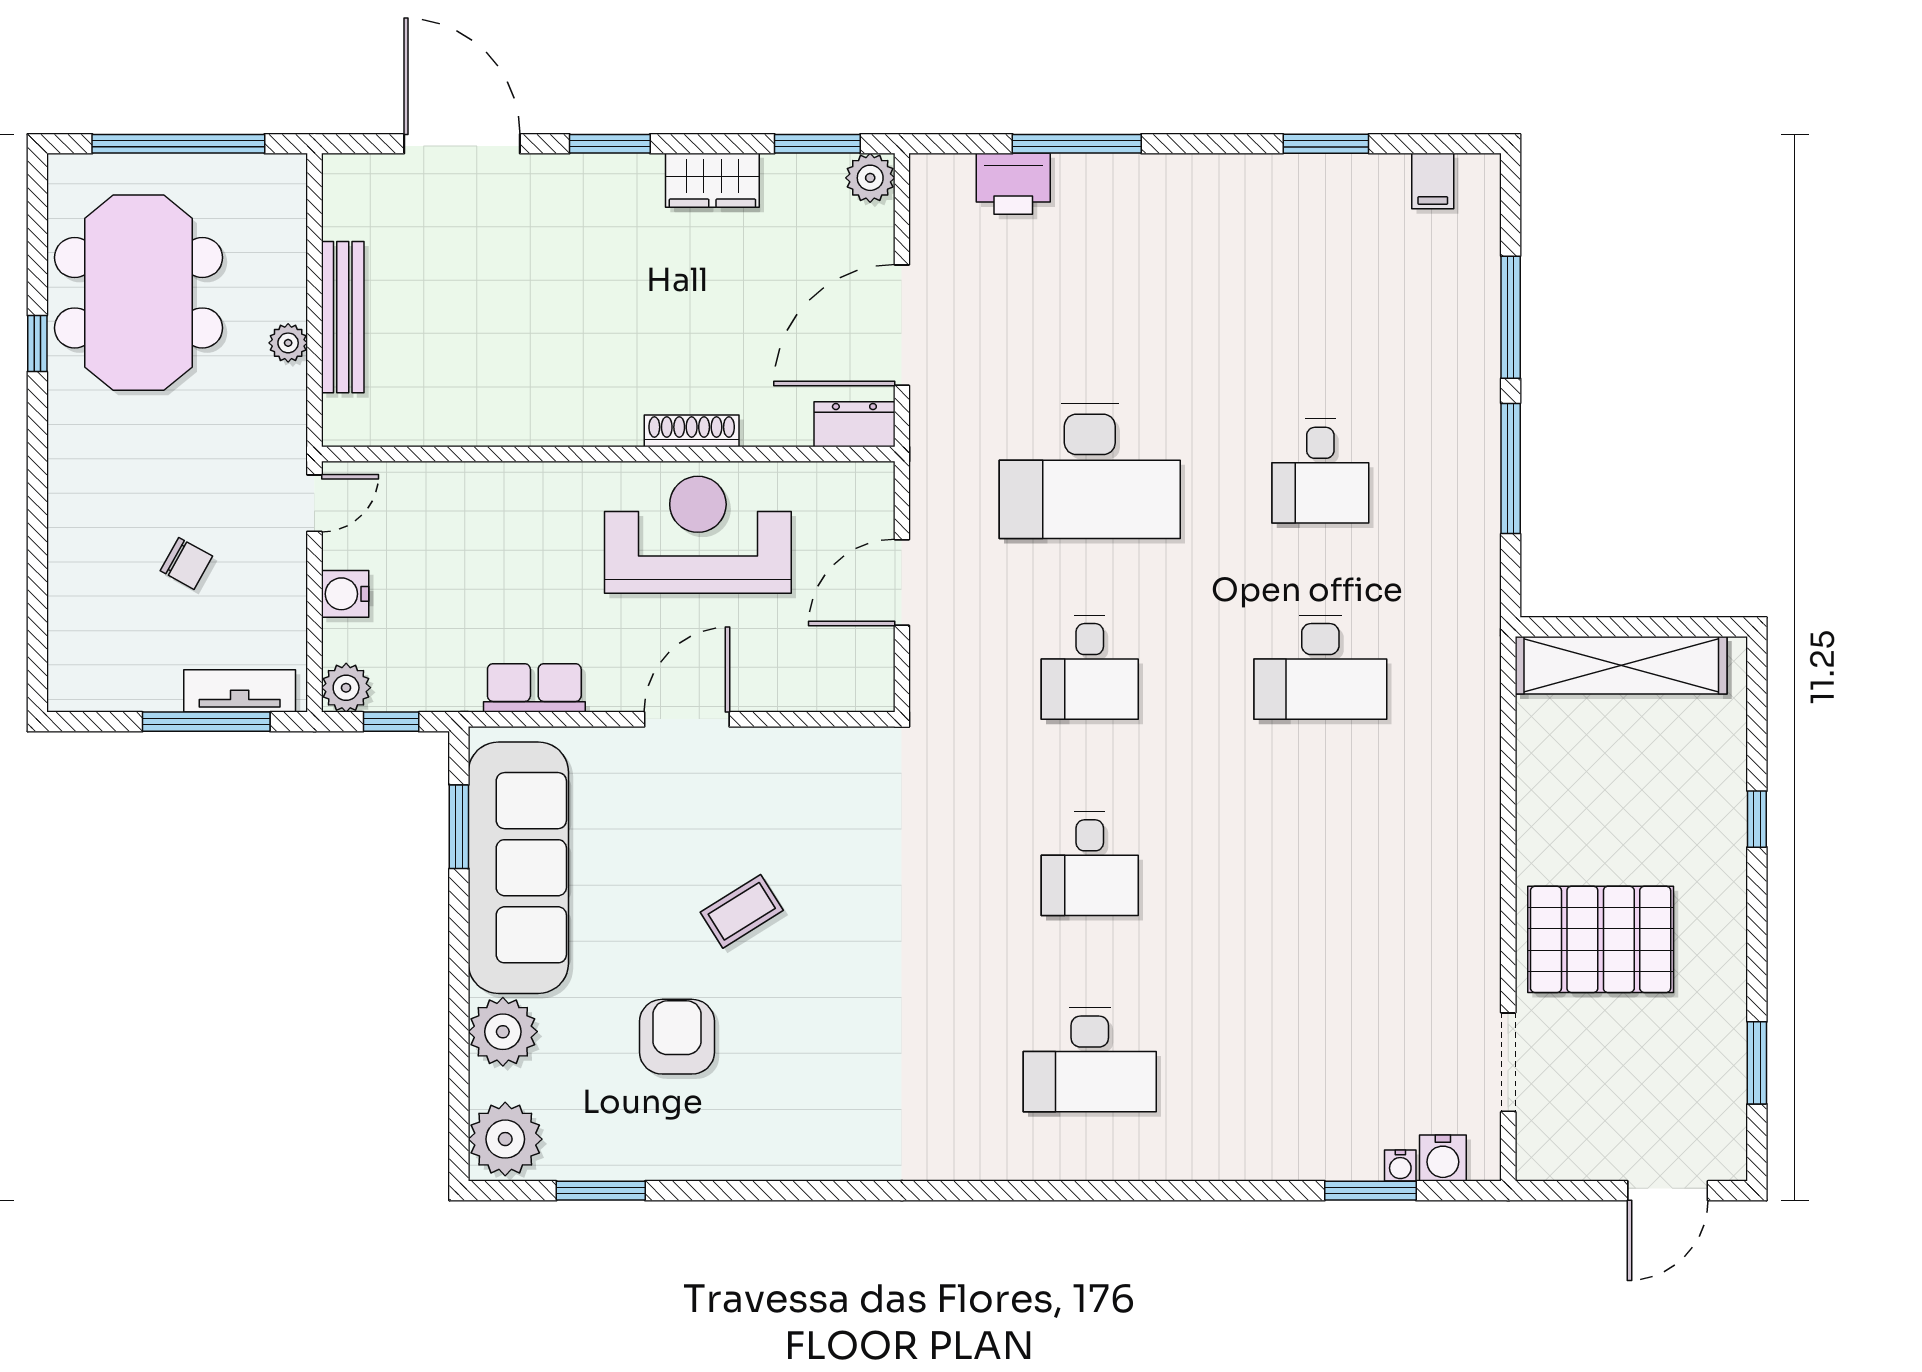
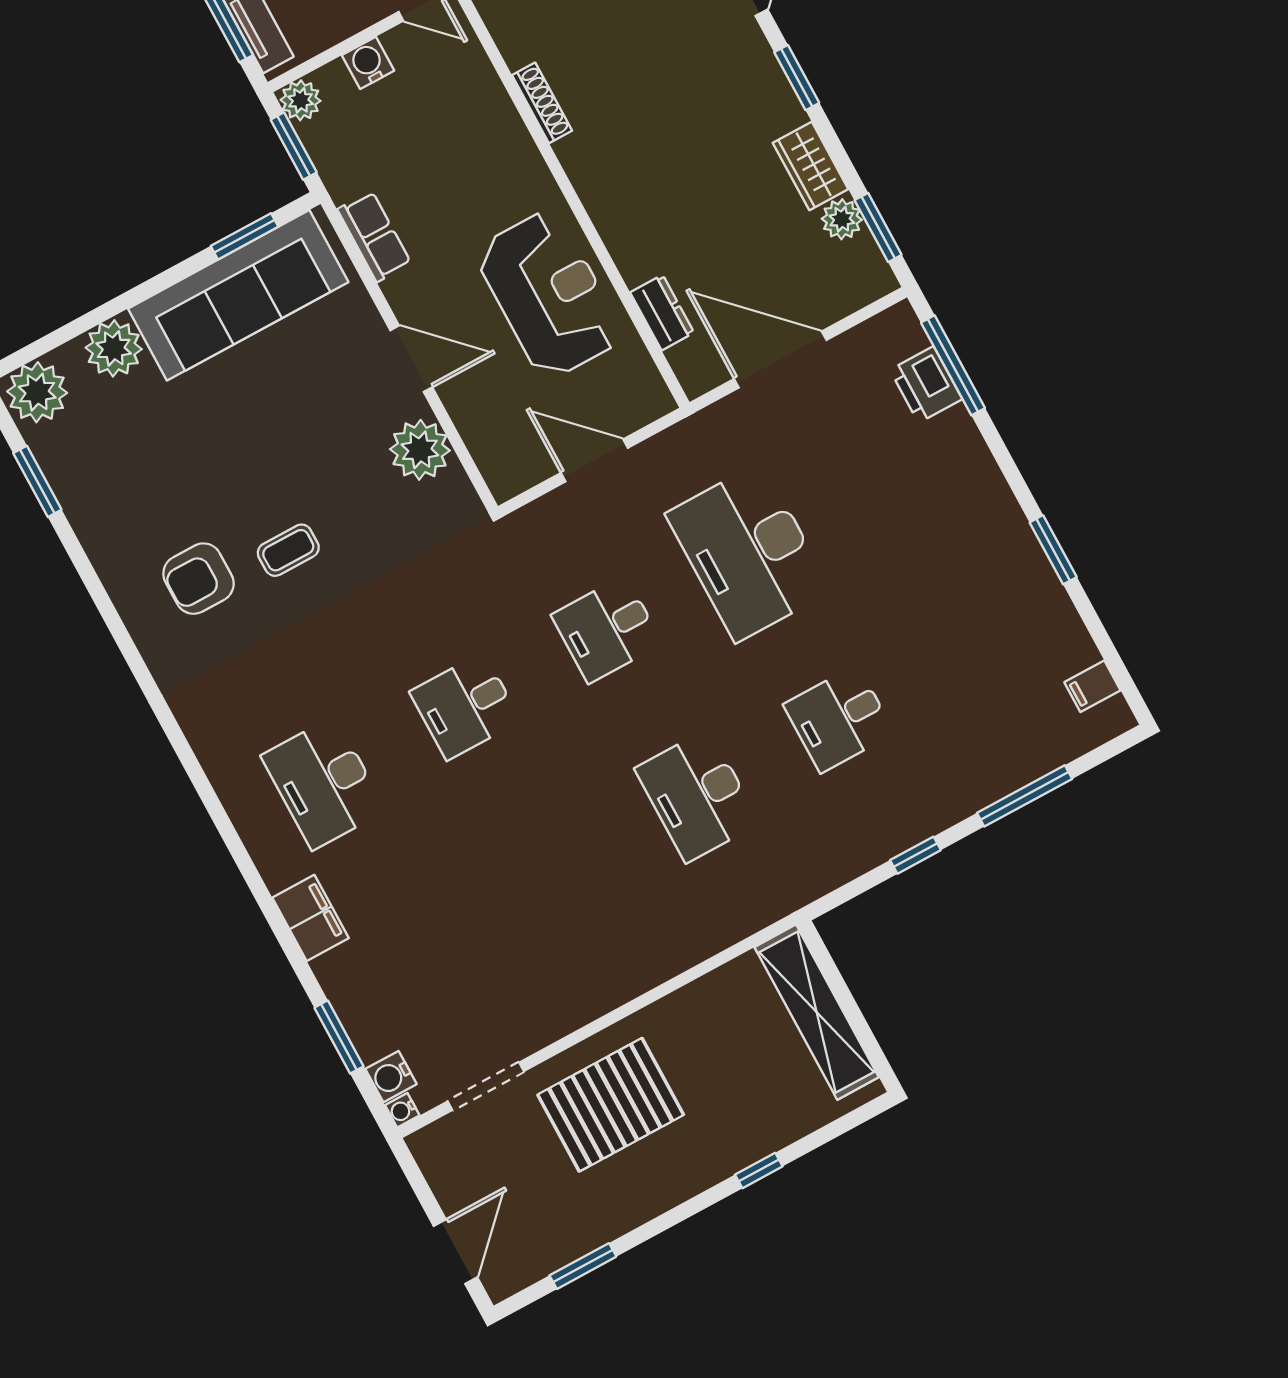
window: (1077, 144) -> (953, 365), moved
window: (1326, 144) -> (1053, 550), moved
plant: (870, 178) -> (842, 219), moved
dresser: (854, 424) -> (662, 313), moved
shoe rack: (692, 431) -> (542, 103), moved
window: (1511, 469) -> (915, 855), width x0.46
window: (391, 722) -> (294, 146), width x1.50
plant: (789, 763) -> (420, 450), added
coffee table: (742, 911) -> (288, 550), moved, turned -58
pallet: (1601, 939) -> (611, 1105), turned 90
armchair: (677, 1037) -> (199, 579), moved, turned 180
filing cabinet: (1226, 1152) -> (311, 918), added
water cooler: (1400, 1166) -> (402, 1110), moved
door: (1668, 1191) -> (456, 1252), swing flipped

